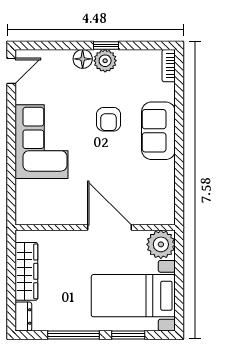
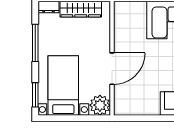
window: (128, 335) -> (35, 95), moved

